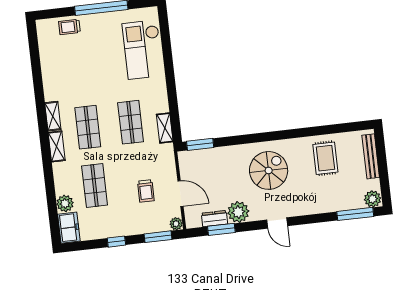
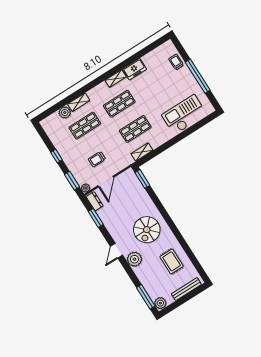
shelving: (57, 146) -> (79, 102), moved
rug: (325, 158) -> (172, 261), turned 90
spiral stairs: (269, 170) -> (147, 230), turned 90
plant: (238, 212) -> (134, 259), moved
dresser: (214, 219) -> (95, 201), moved
freezer: (69, 228) -> (134, 69), moved

